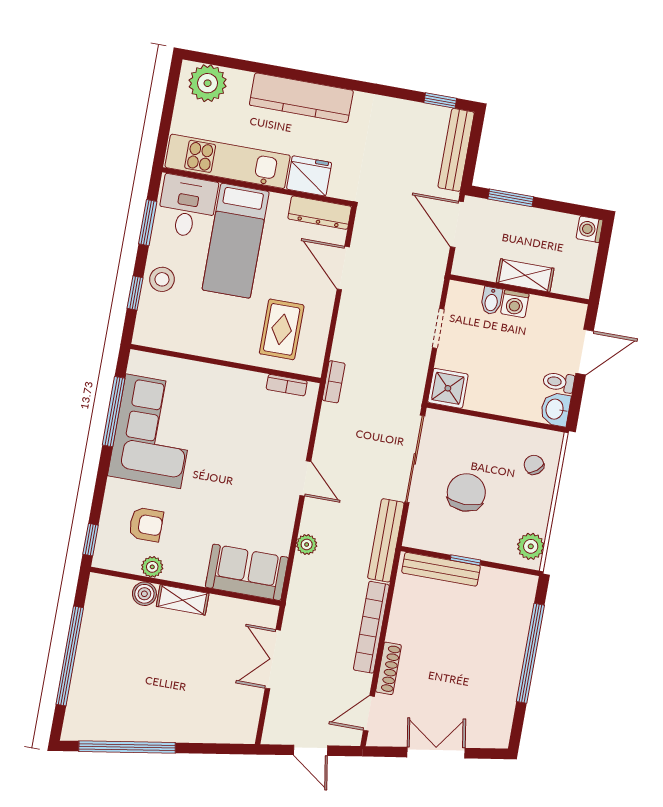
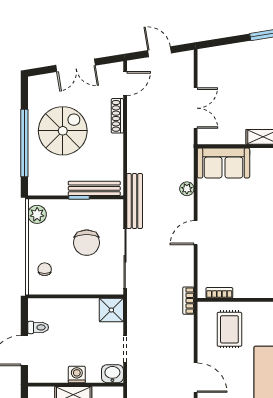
bidet: (491, 301) -> (93, 374), removed
washbasin: (555, 409) -> (112, 374), moved, turned -90
chair: (534, 465) -> (45, 269), turned -140
door: (305, 478) -> (196, 233), hinge flipped
bookcase: (371, 627) -> (134, 141), removed
spiral stairs: (472, 661) -> (63, 131), added

